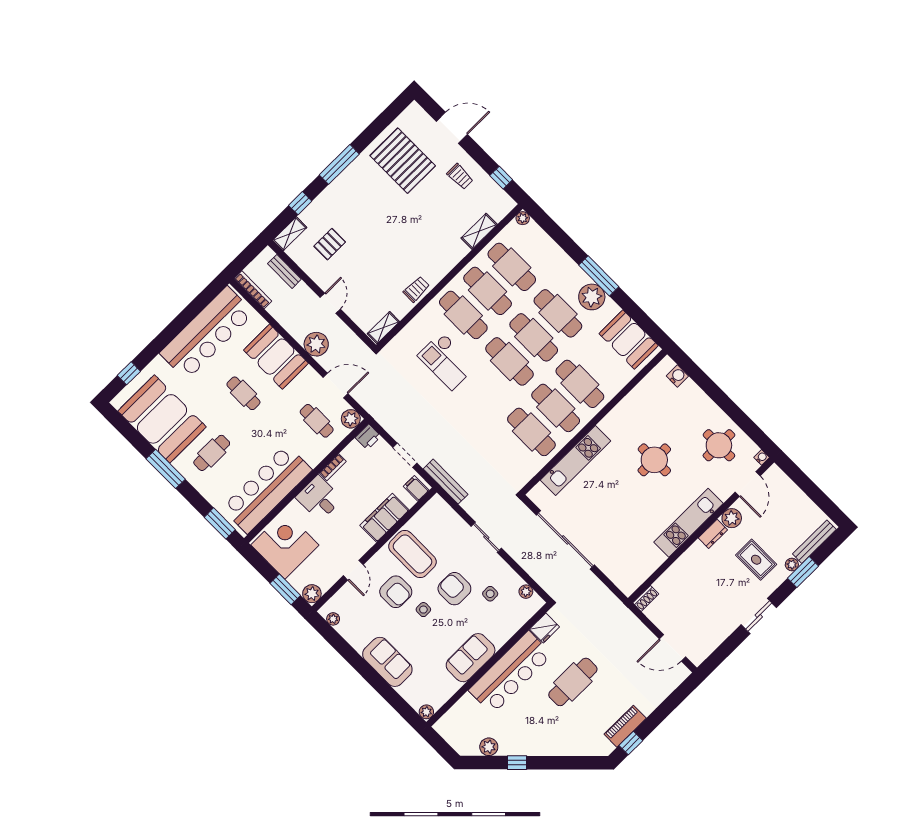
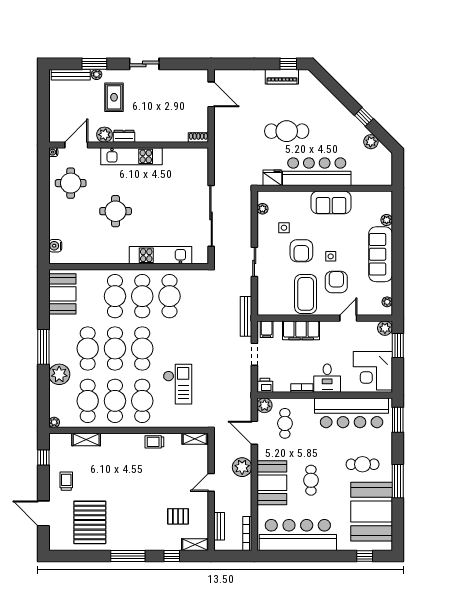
plant: (592, 297) -> (59, 374), moved
sofa: (387, 662) -> (381, 254), width x1.36
plant: (426, 712) -> (387, 220), moved

